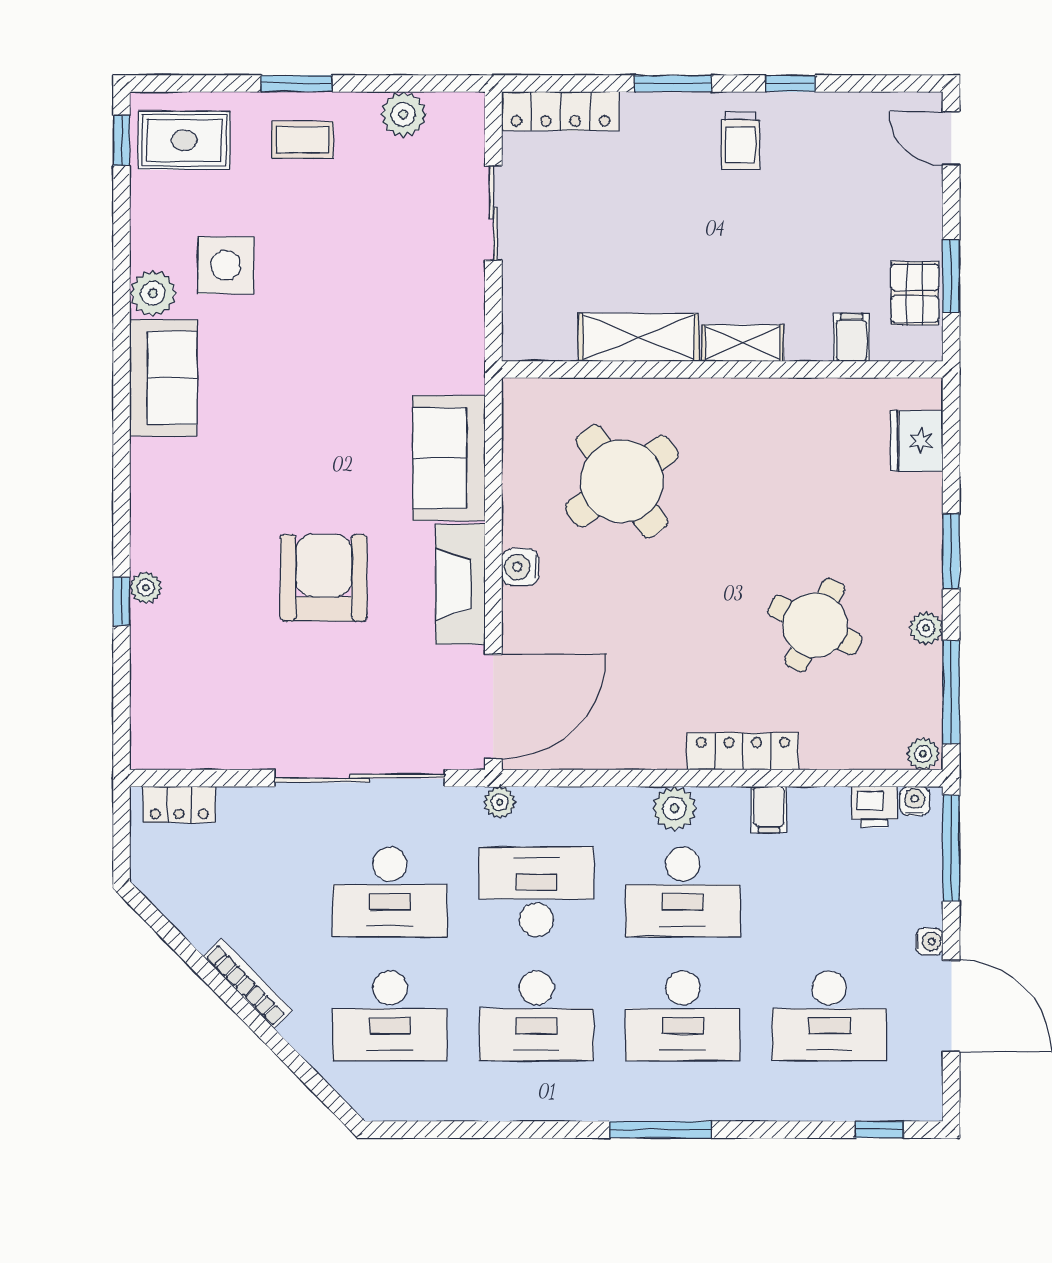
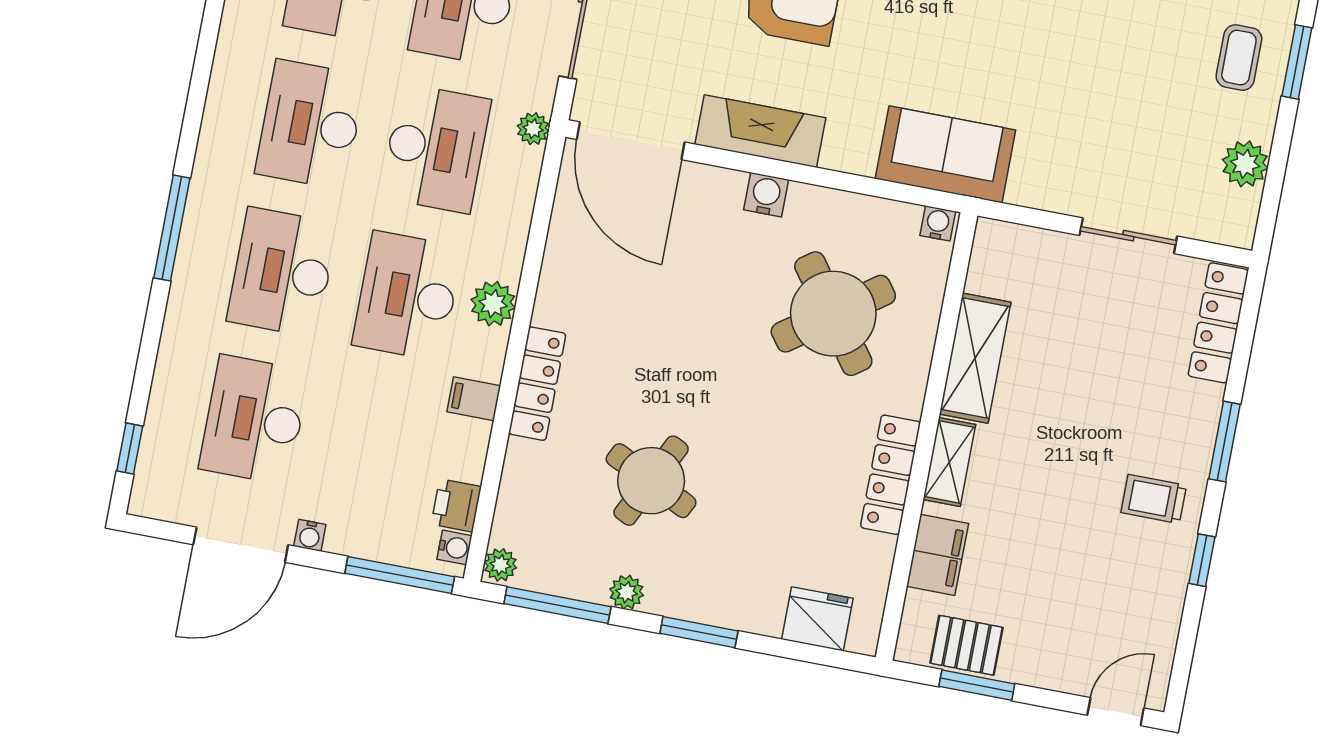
filing cabinet: (852, 337) -> (937, 555), width x2.00
locker: (765, 397) -> (890, 475), added
water cooler: (516, 398) -> (938, 223), added
sofa: (449, 458) -> (945, 154), moved

